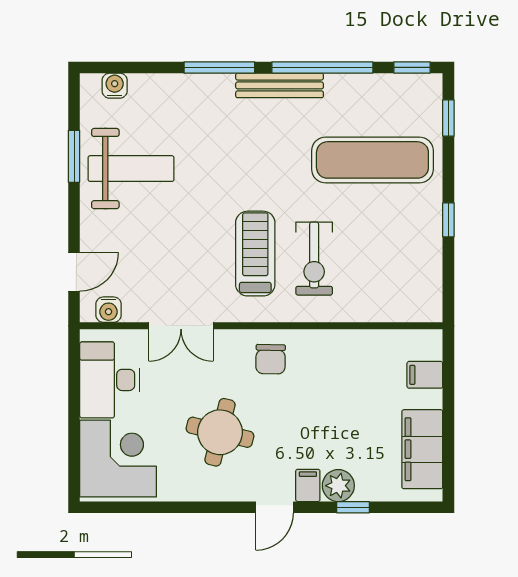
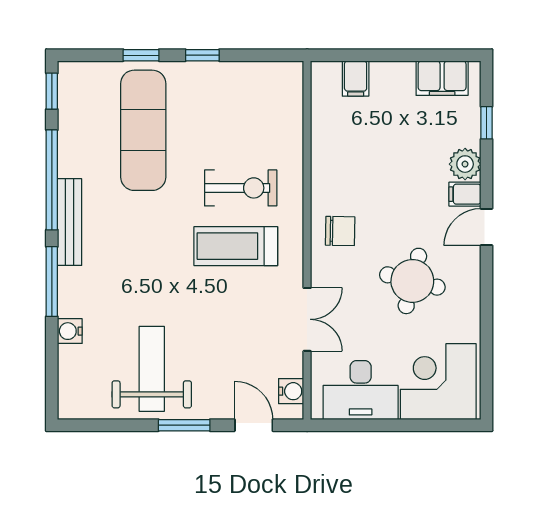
water cooler: (115, 86) -> (70, 331), moved
window: (448, 118) -> (141, 55), moved
window: (74, 156) -> (184, 425), moved
filing cabinet: (422, 449) -> (442, 78), width x0.67, depth x0.86
door: (275, 507) -> (487, 227), swing flipped
window: (353, 507) -> (487, 123), moved

